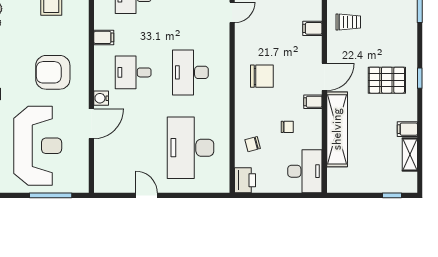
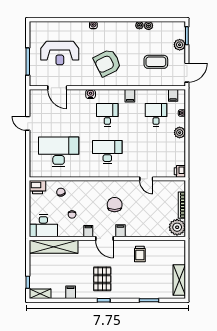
filing cabinet: (312, 28) -> (120, 231), moved
armchair: (53, 72) -> (107, 63), turned -116
chair: (262, 76) -> (115, 205), moved, turned 180
door: (91, 124) -> (57, 88), moved
shelving: (337, 129) -> (54, 247), moved
reception desk: (38, 146) -> (60, 53), width x0.74, depth x0.77
shelving: (410, 155) -> (40, 294), moved
door: (147, 195) -> (28, 123), swing flipped

